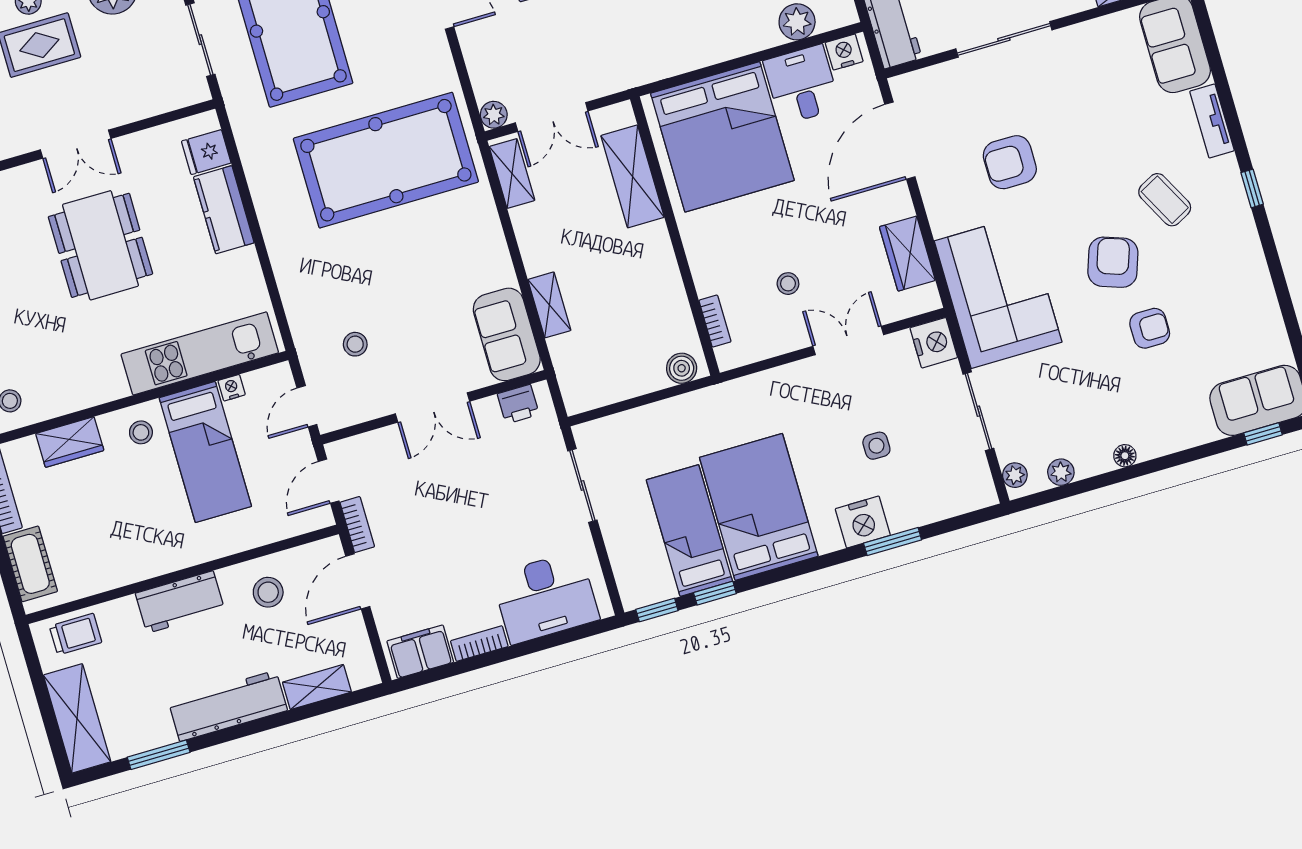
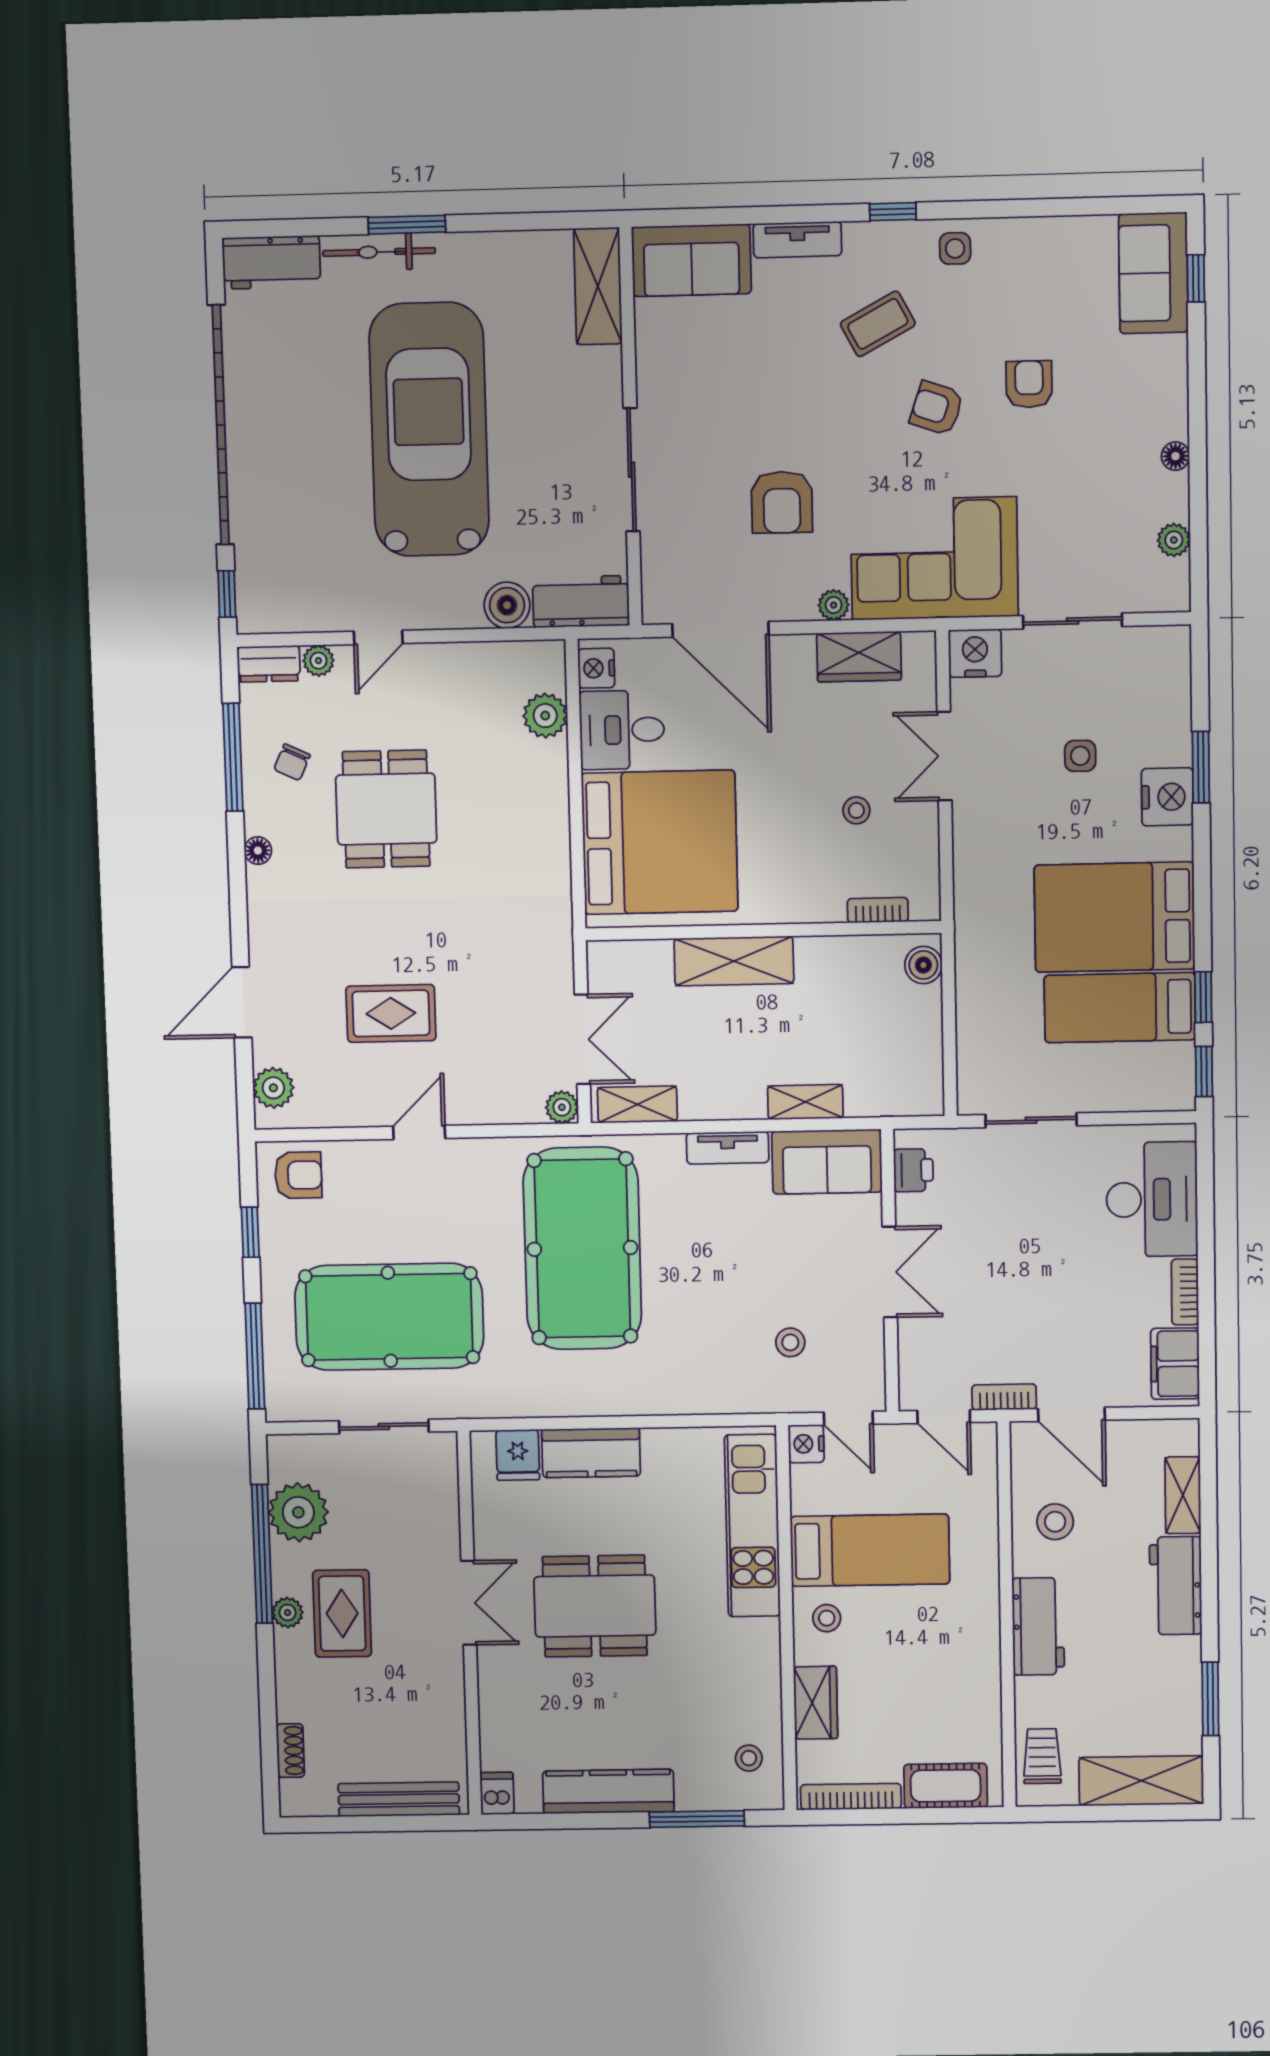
shelving: (633, 176) -> (734, 961), moved
side table: (1237, 244) -> (955, 248), added
tv unit: (497, 254) -> (728, 1148), added
armchair: (1113, 262) -> (937, 408), width x0.72, depth x0.72
nightstand: (232, 388) -> (806, 1444), moved, width x1.39, depth x1.35
plant: (1015, 475) -> (834, 605), moved
workbench: (228, 706) -> (1176, 1586), width x0.73

